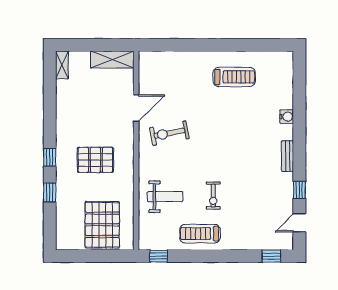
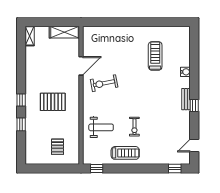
treadmill: (234, 77) -> (155, 56), moved, turned -90
window: (299, 190) -> (194, 105), moved
pallet: (102, 225) -> (58, 147), width x0.49, depth x0.50
treadmill: (200, 234) -> (125, 153), turned 180

